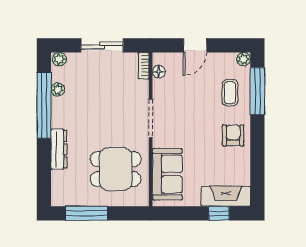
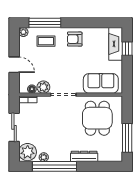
plant: (59, 59) -> (28, 152), width x1.88, depth x1.88
plant: (162, 89) -> (43, 87), added

